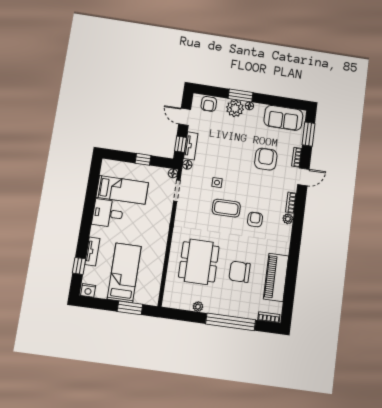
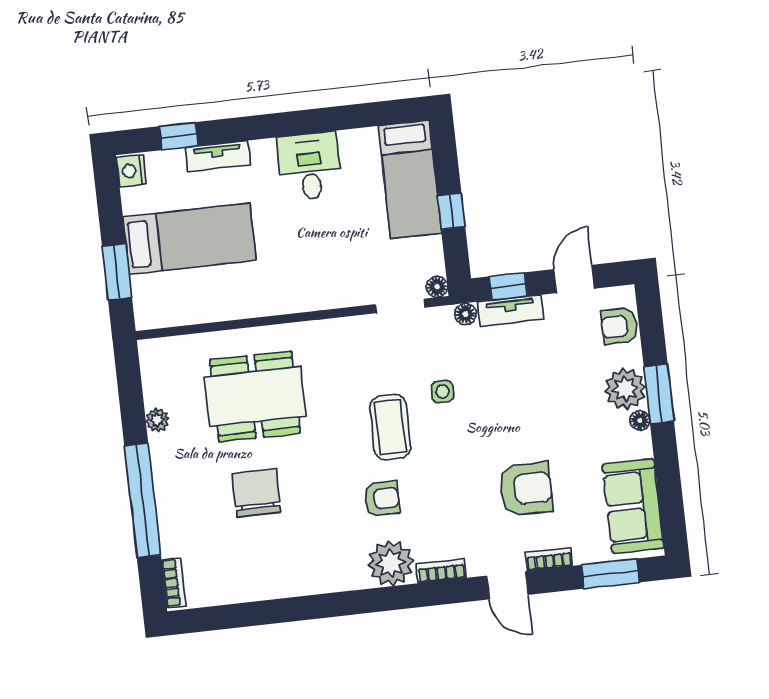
bed: (122, 190) -> (410, 179), moved
plant: (288, 219) -> (391, 563), width x1.87, depth x1.87
piano: (276, 277) -> (265, 577), removed

